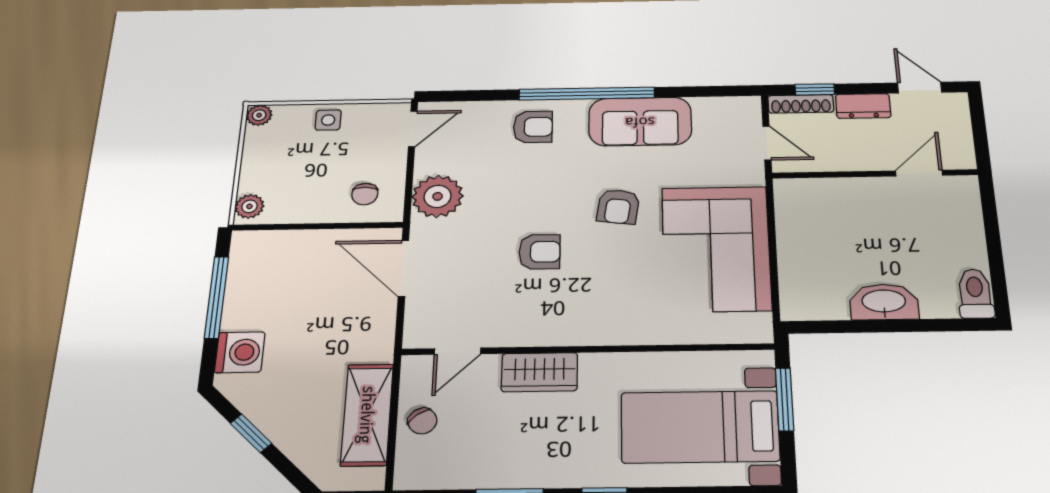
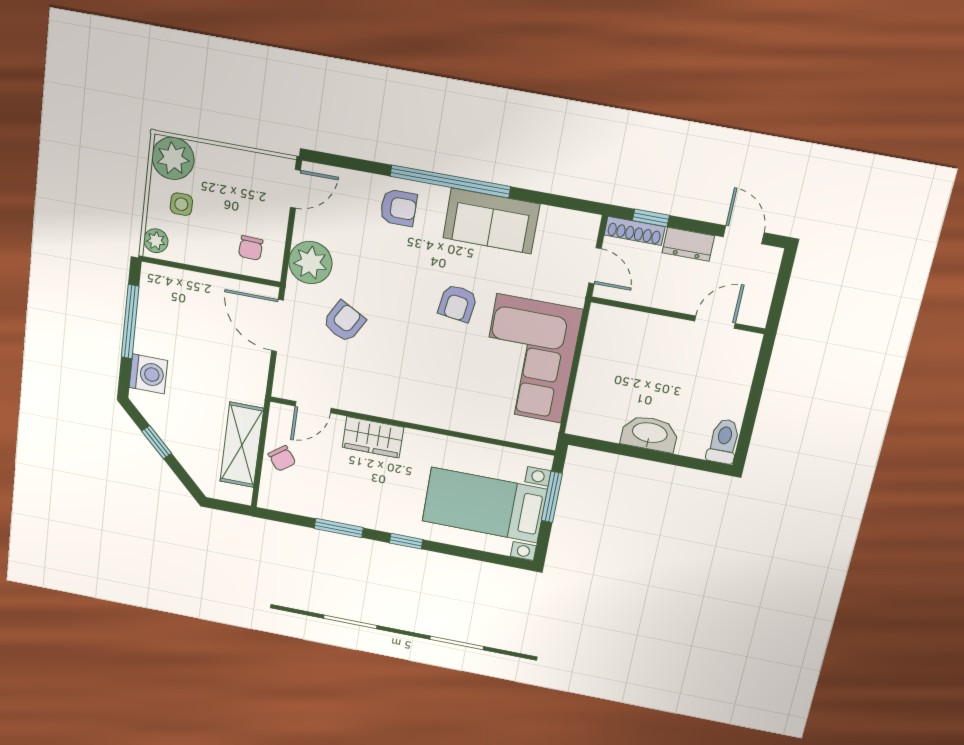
plant: (259, 115) -> (173, 158), width x1.88, depth x1.88
side table: (328, 120) -> (181, 204), moved
armchair: (540, 252) -> (344, 322), moved, turned -61

